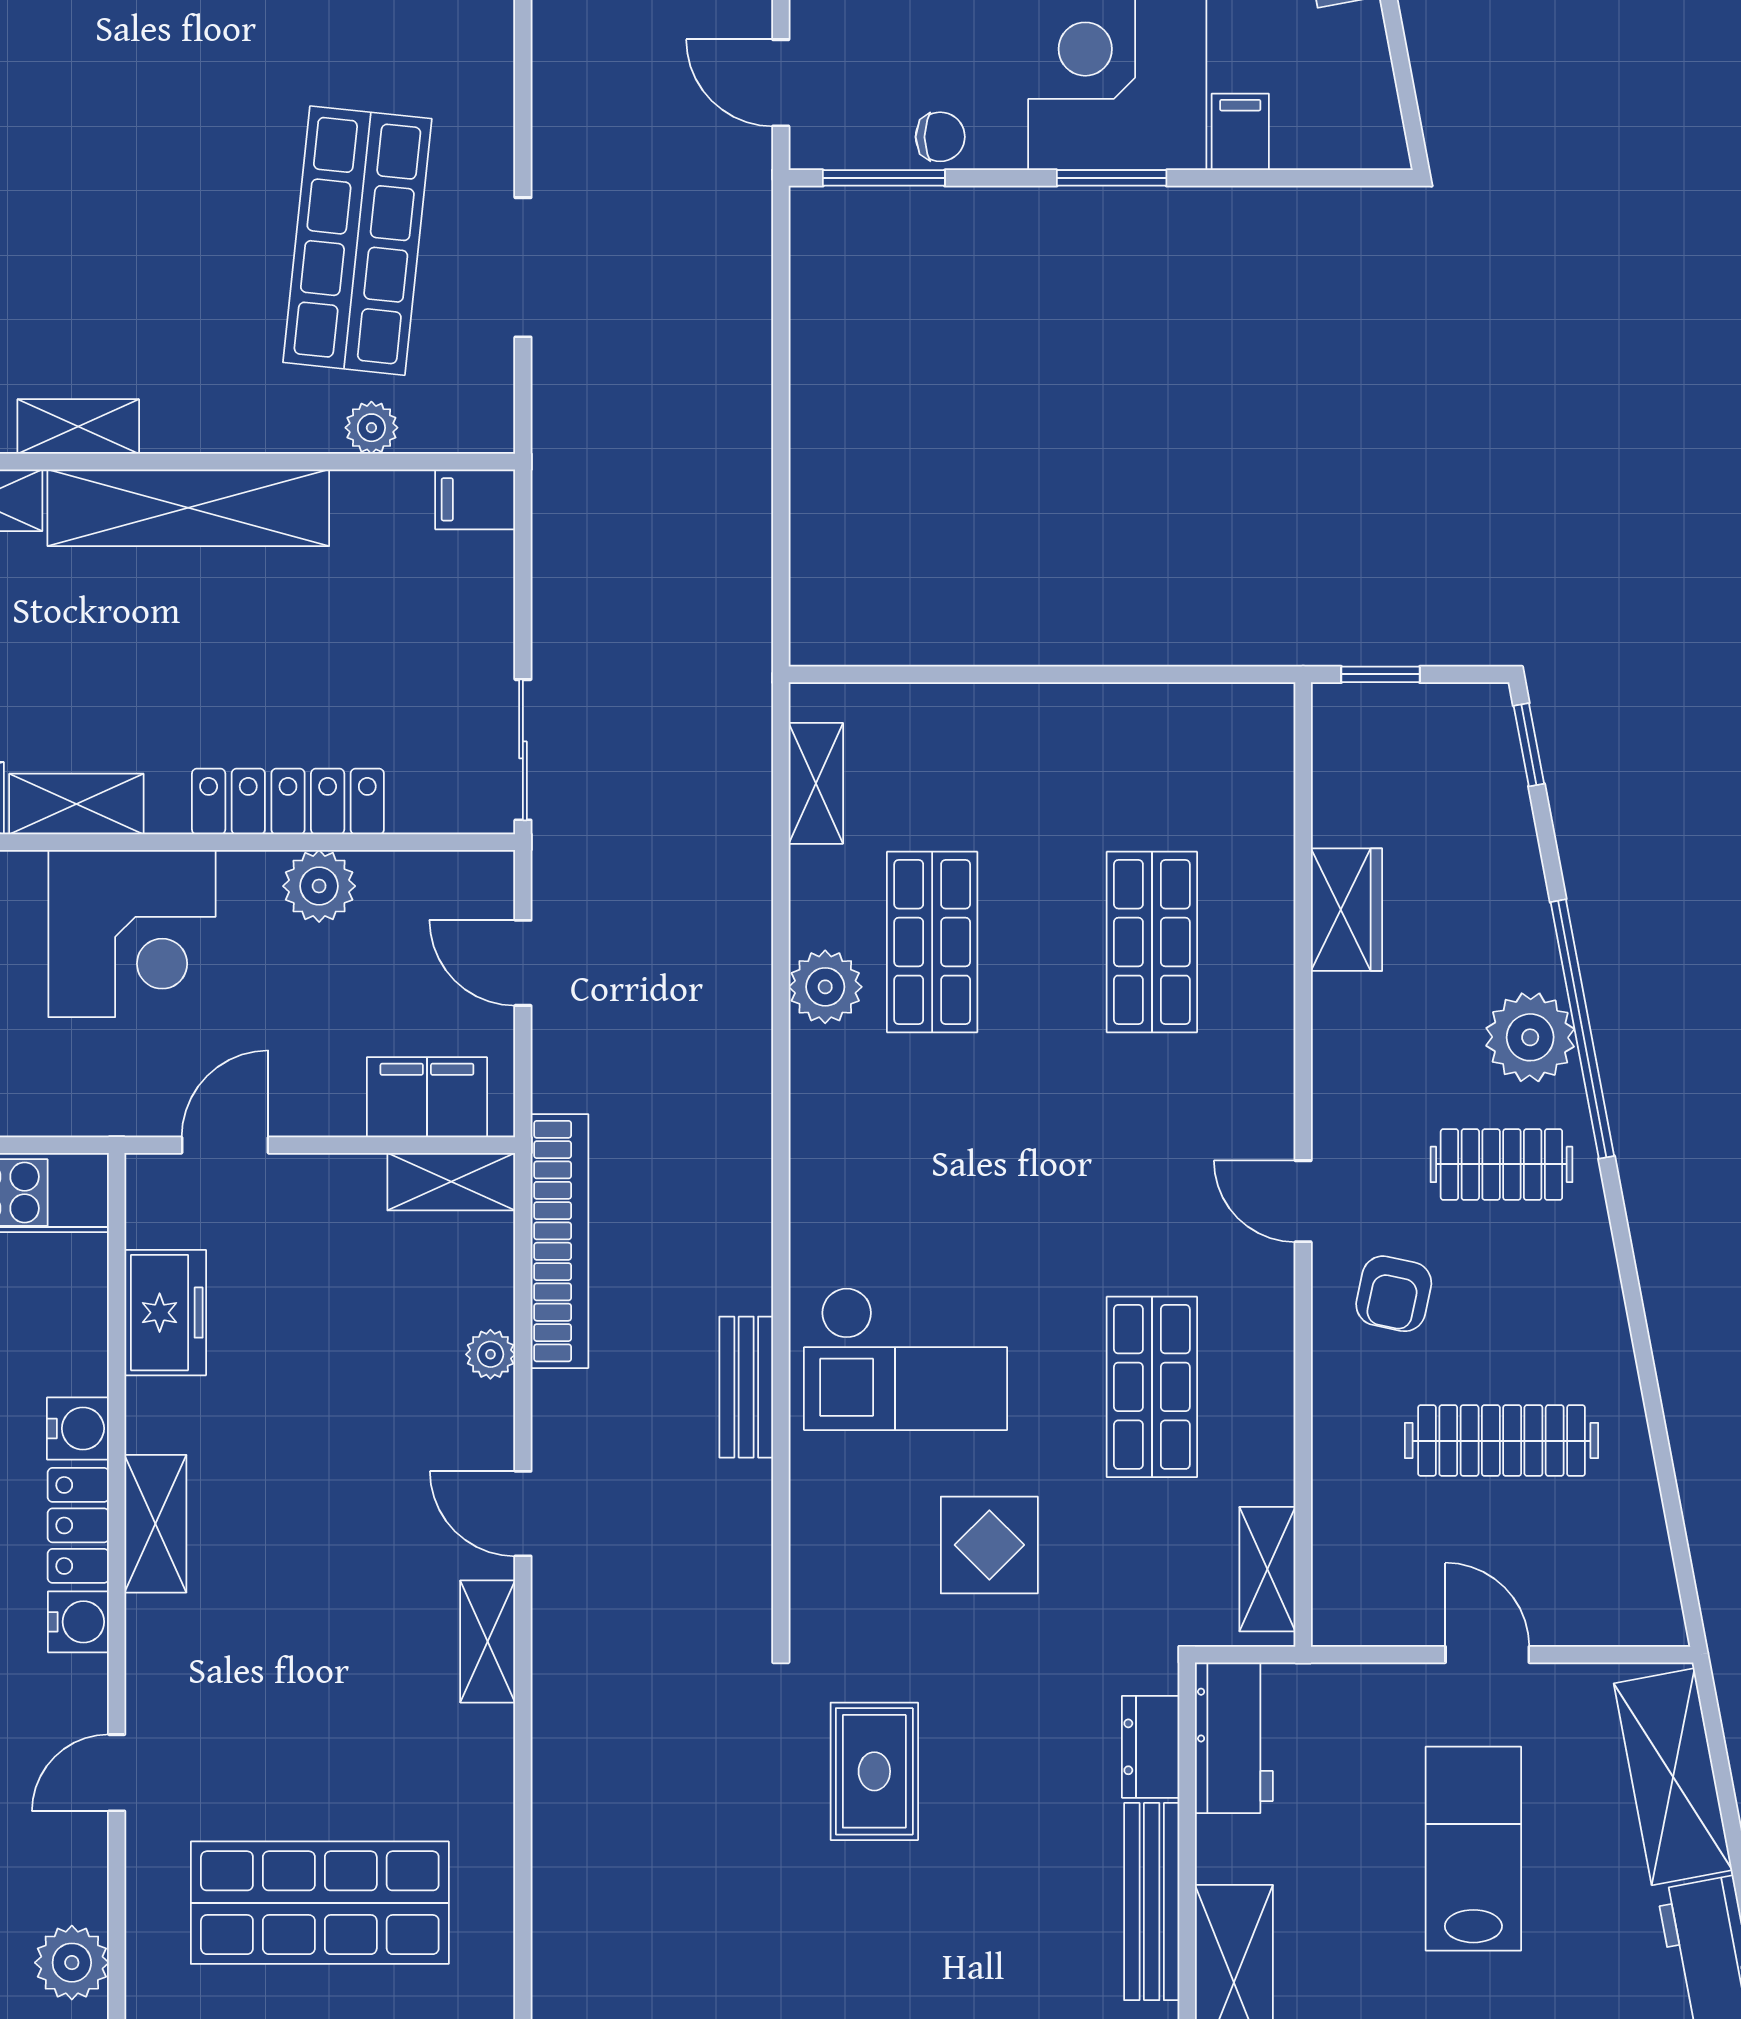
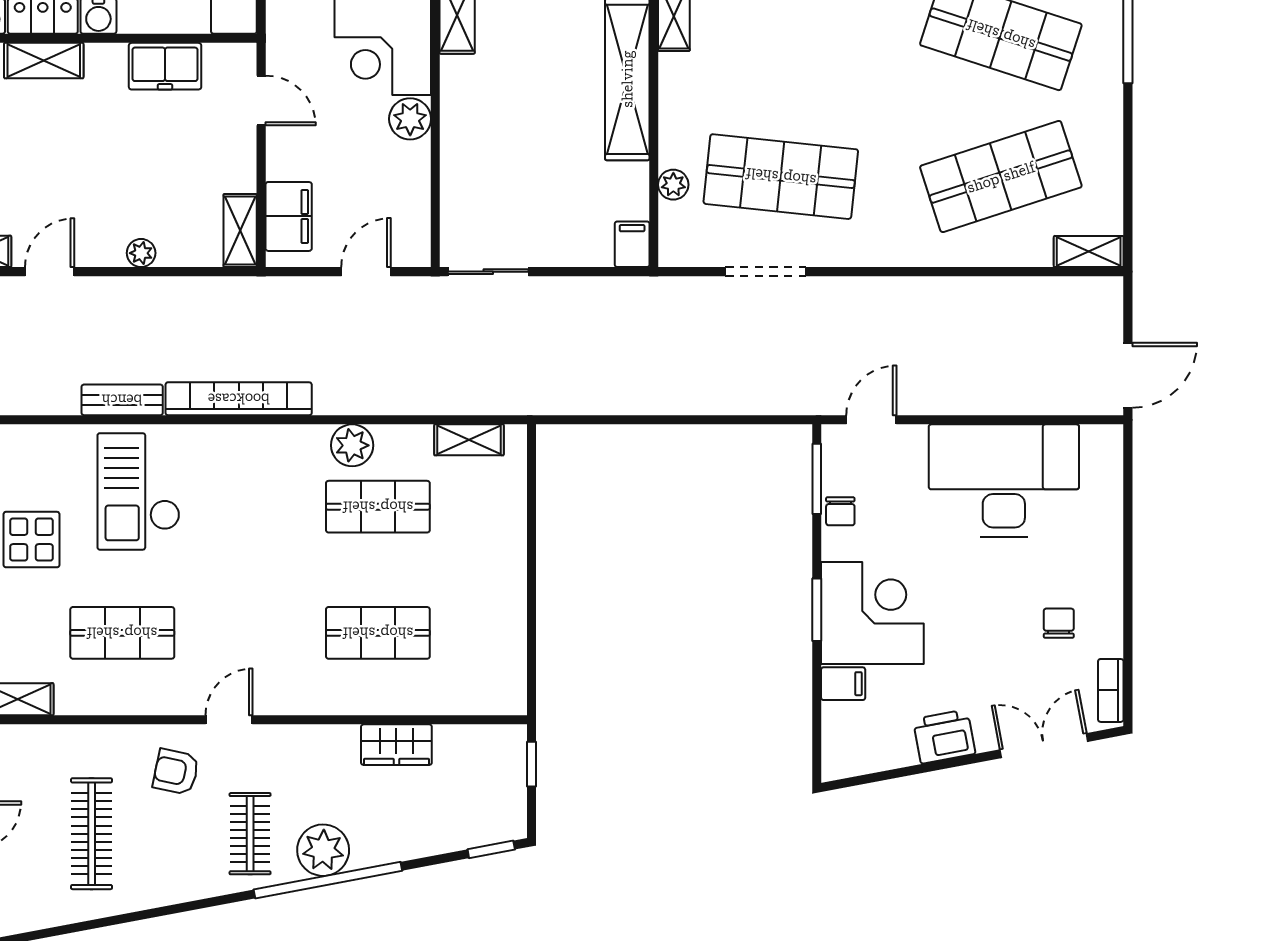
locker: (288, 802) -> (459, 137), removed
plant: (319, 886) -> (410, 119), moved
bookcase: (560, 1241) -> (239, 399), moved, turned 180

